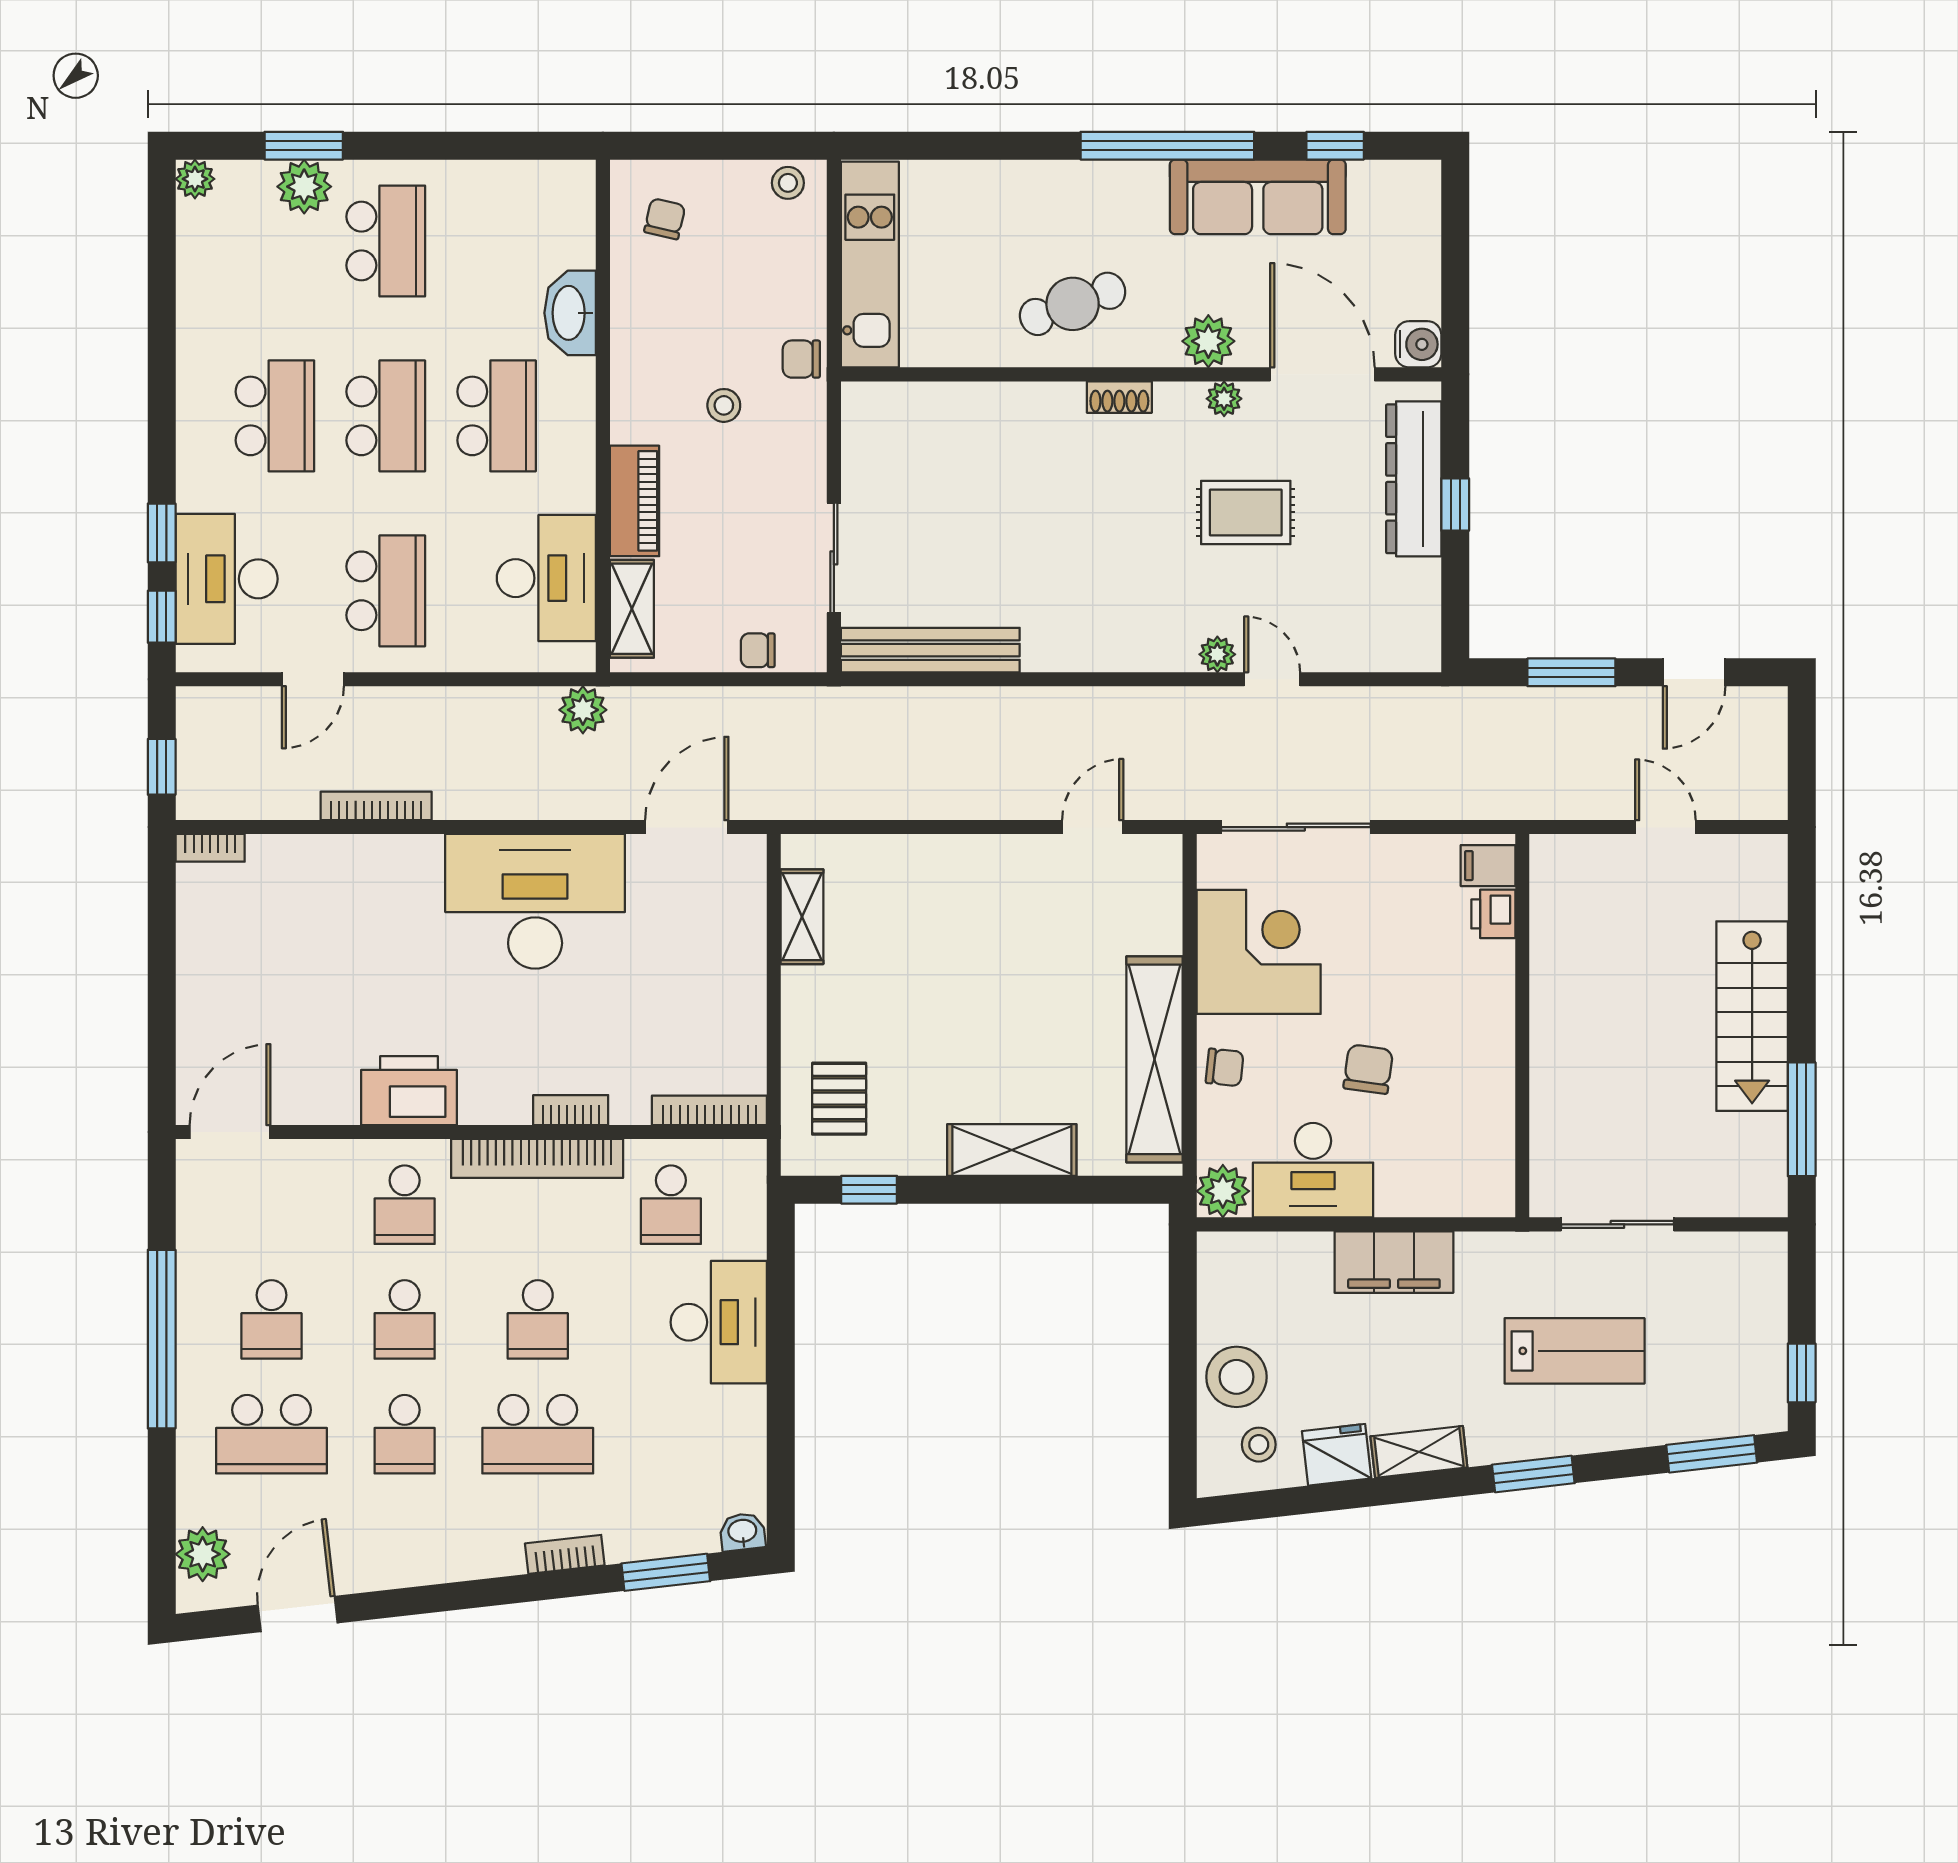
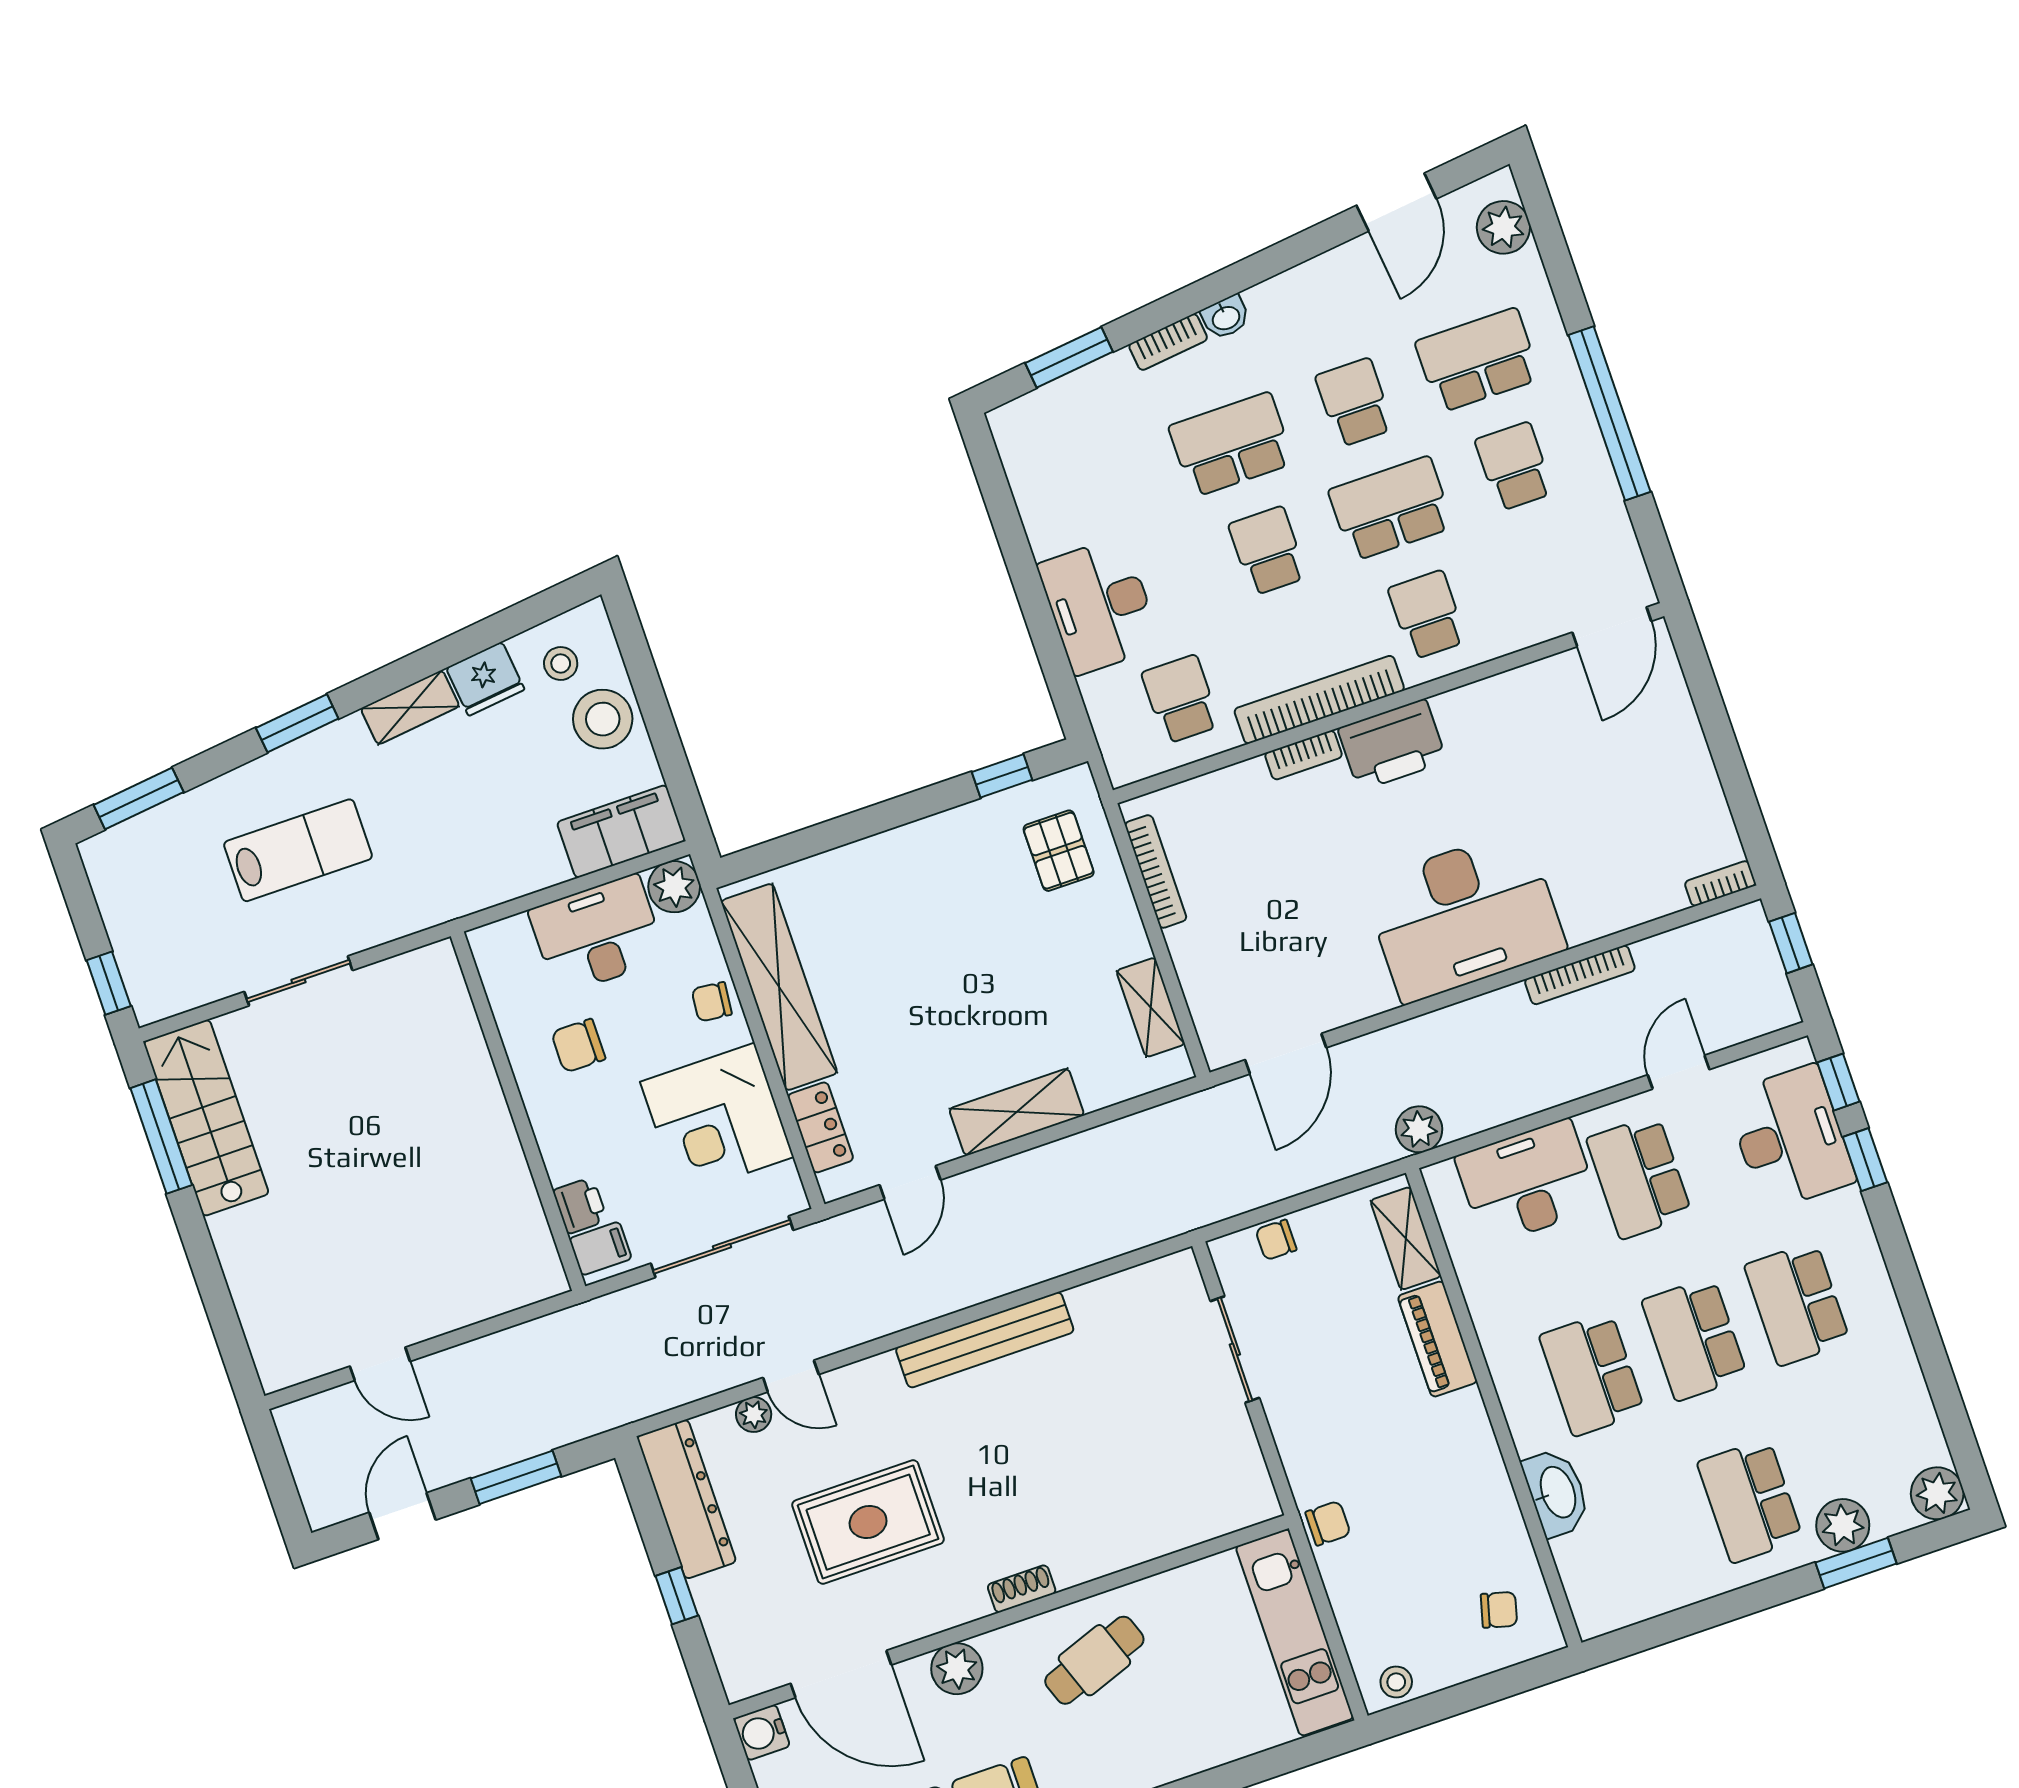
plant: (195, 179) -> (1937, 1493), width x1.38, depth x1.38
chair: (665, 219) -> (1499, 1610), turned -88
plant: (1224, 399) -> (924, 1620), removed
stool: (724, 405) -> (1385, 1456), removed
dresser: (1414, 479) -> (687, 1499), moved
rug: (1246, 512) -> (868, 1522), width x1.36, depth x1.43
desk: (546, 578) -> (1527, 1182), moved, turned 90
chair: (758, 650) -> (1276, 1240), turned 180
bench: (930, 650) -> (985, 1340), moved
plant: (1217, 654) -> (754, 1414), moved
filing cabinet: (1488, 866) -> (600, 1249), moved
desk: (535, 901) -> (1464, 916), moved
locker: (1161, 910) -> (821, 1127), added
printer: (1493, 914) -> (580, 1206), moved
stairs: (1752, 1016) -> (206, 1118), moved
wall: (1522, 1026) -> (518, 1111), moved
chair: (1368, 1069) -> (578, 1046), turned 82
printer: (409, 1091) -> (1392, 745), moved
bookcase: (709, 1110) -> (1156, 871), moved, turned -90
shelving: (1012, 1150) -> (1017, 1112), moved
filing cabinet: (1394, 1262) -> (621, 831), moved
school desk: (405, 1319) -> (1391, 509), width x1.85
lab bench: (1575, 1351) -> (298, 850), turned 180
window: (1802, 1373) -> (109, 983), moved
washbasin: (742, 1532) -> (1226, 317), moved

